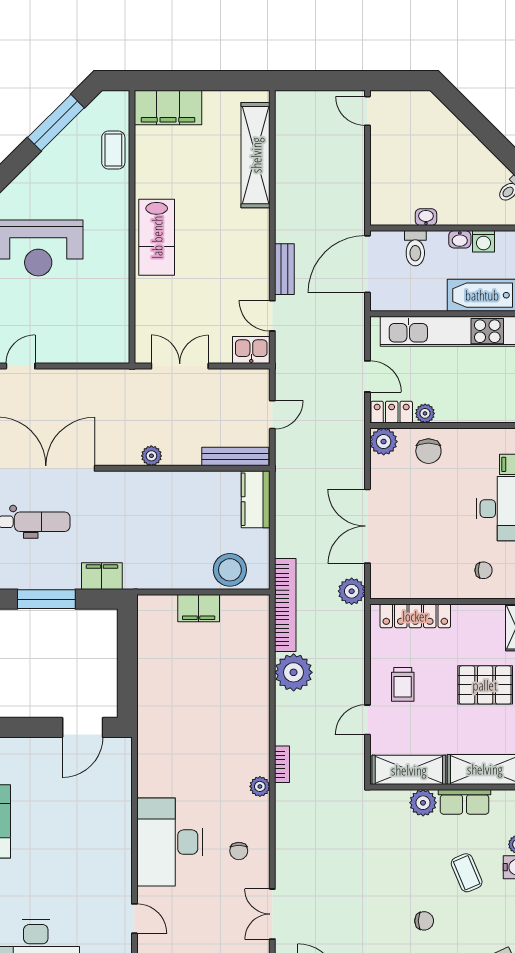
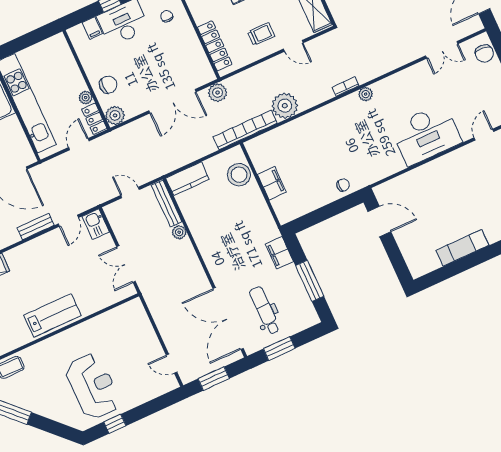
plant: (151, 456) -> (179, 232), moved
chair: (239, 851) -> (343, 185), moved

